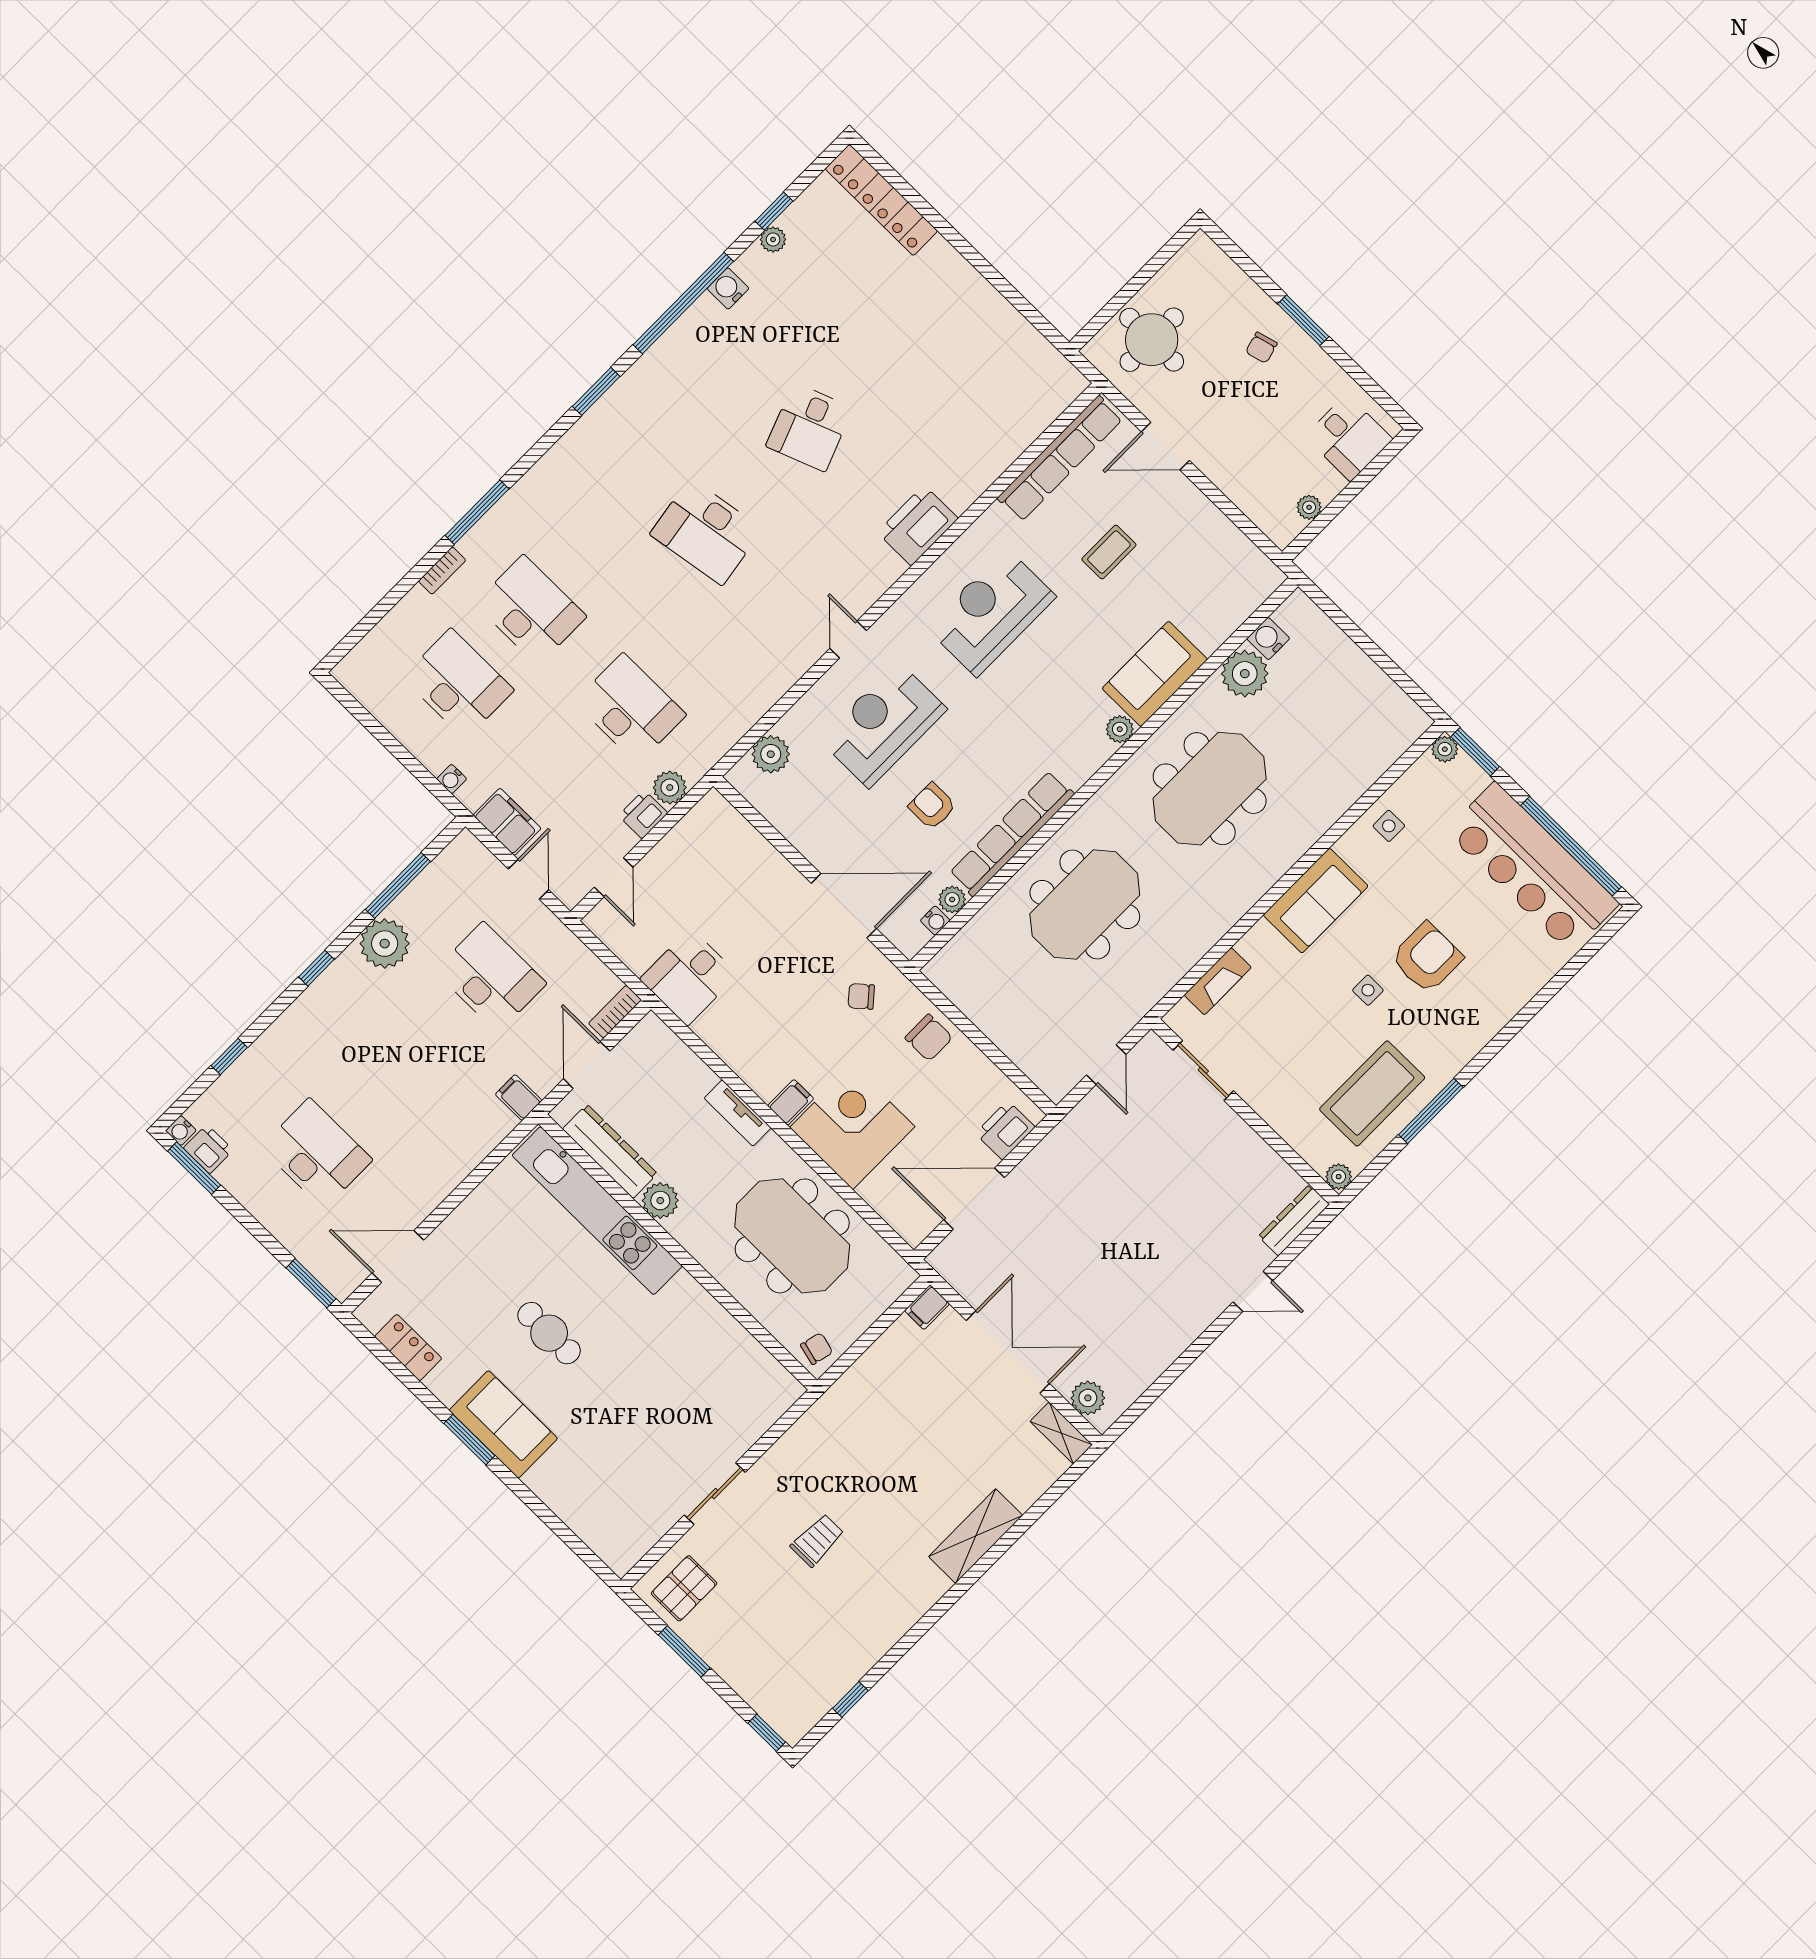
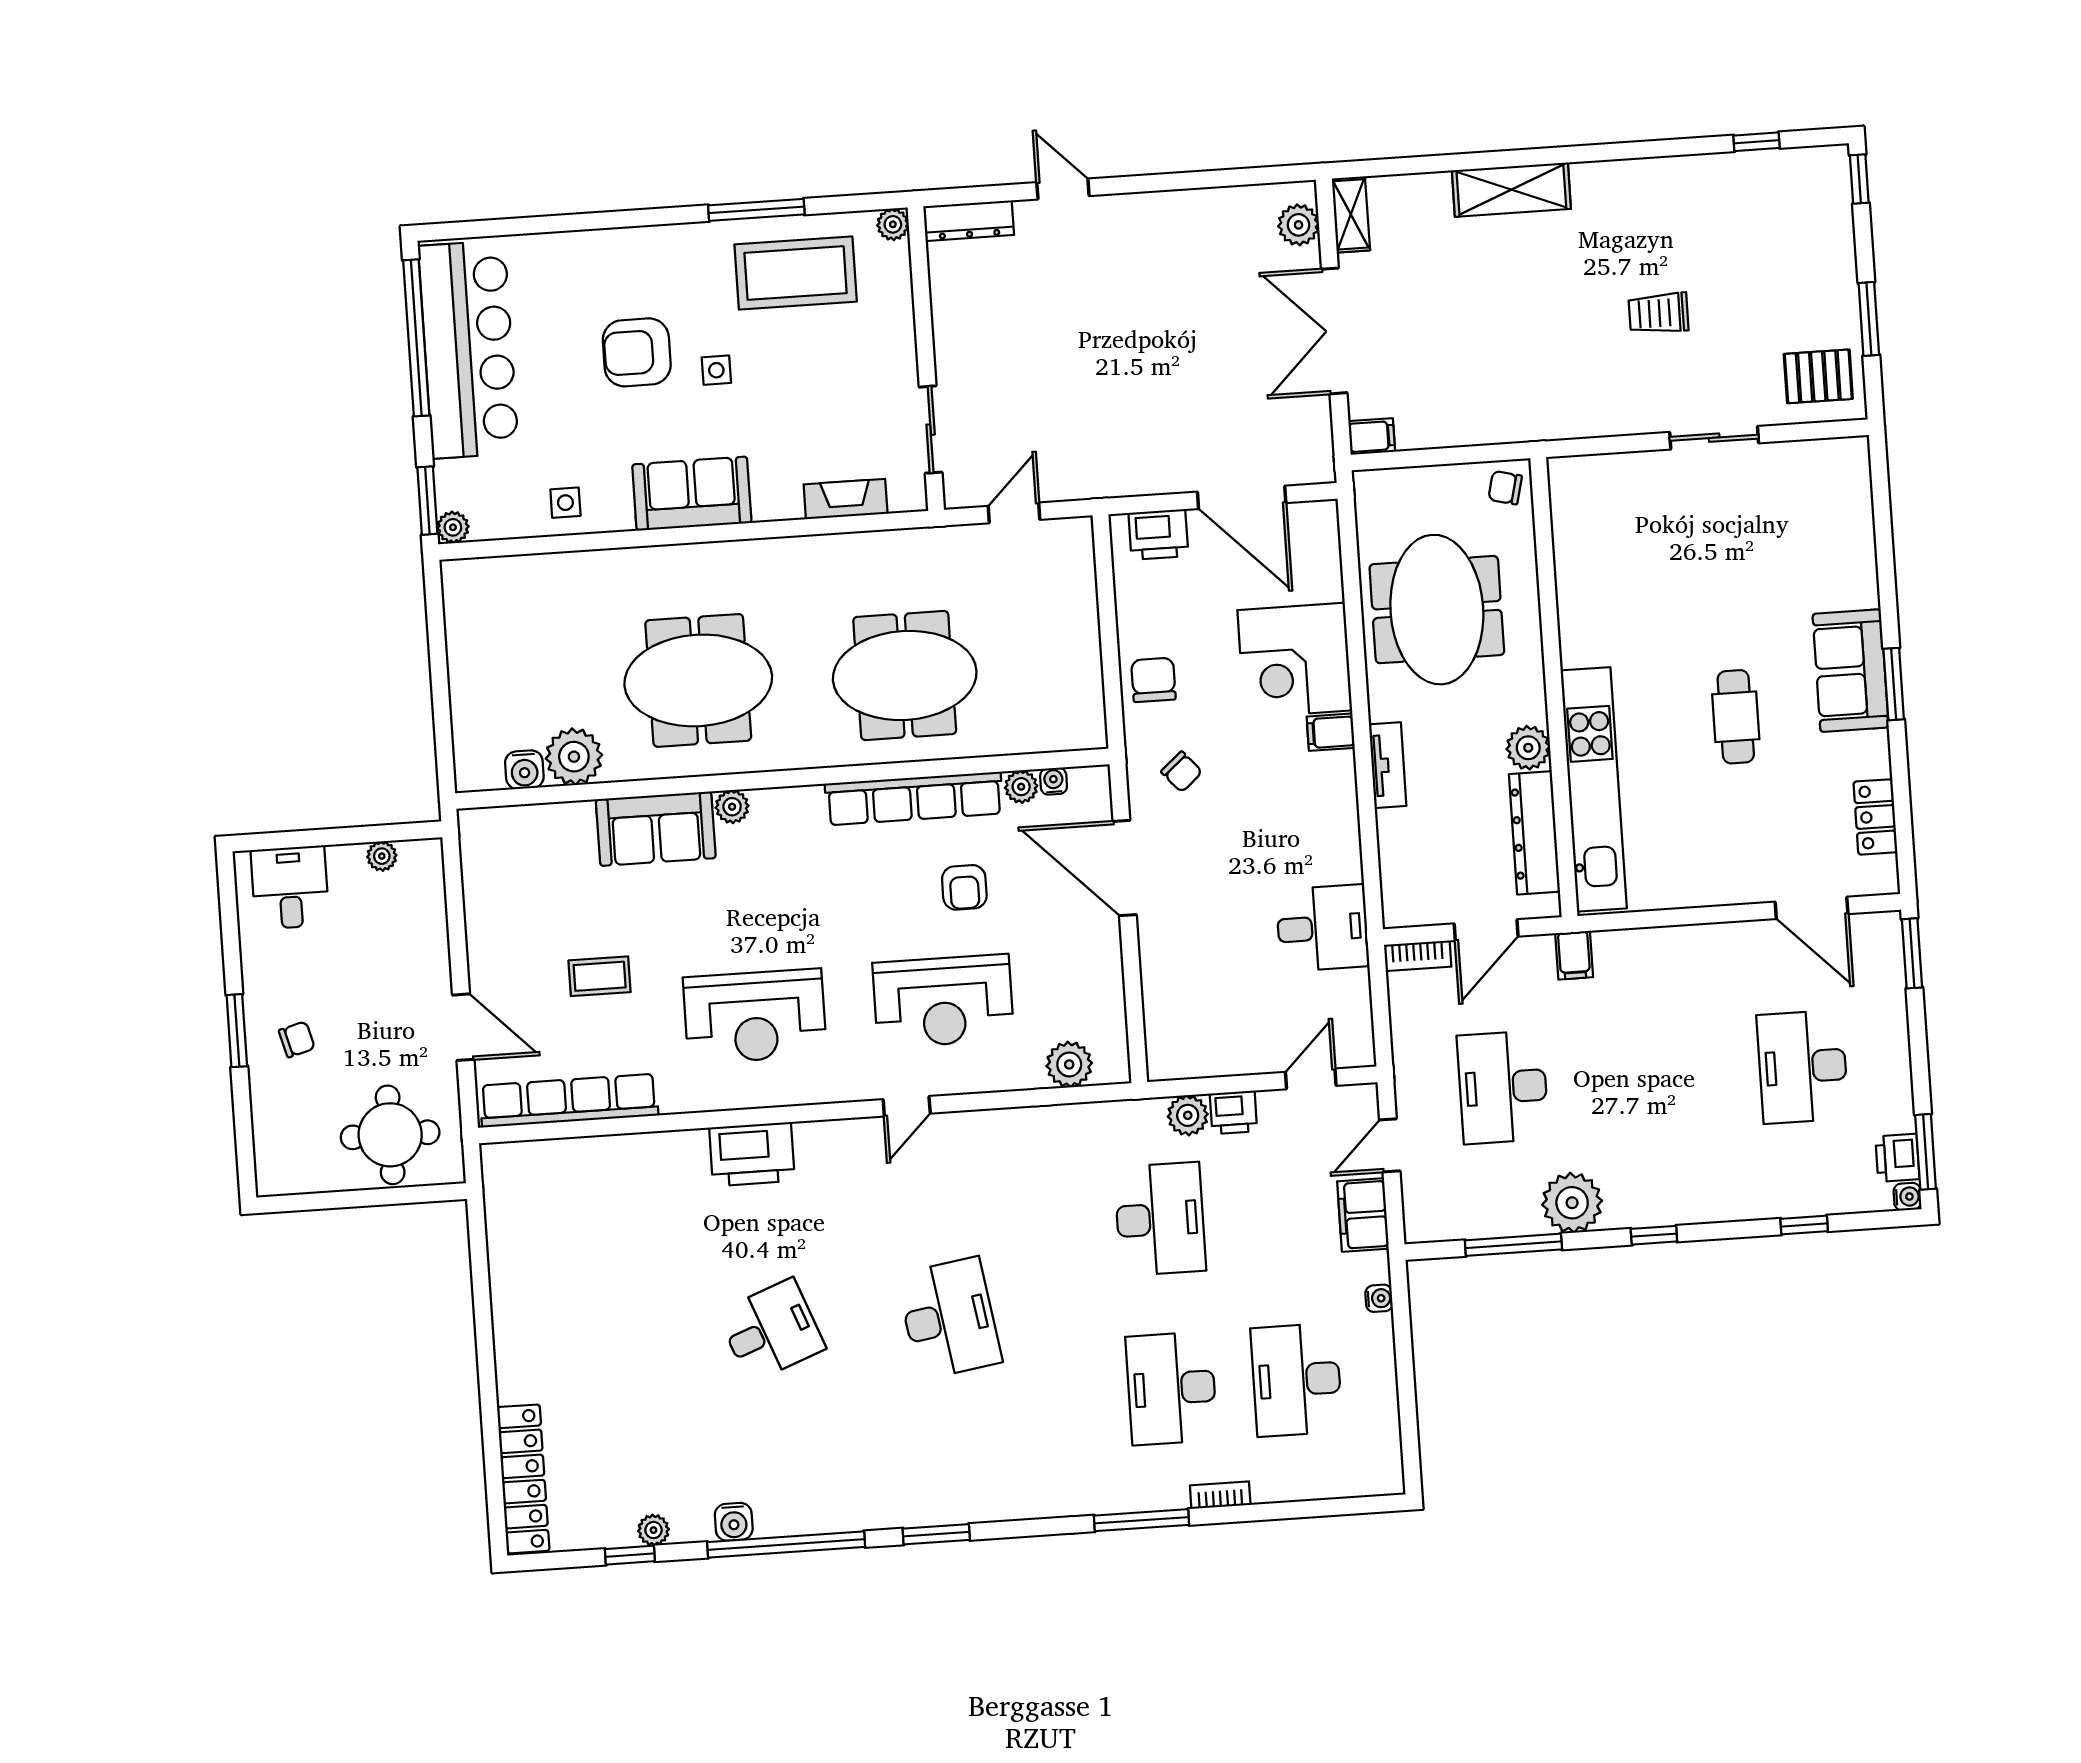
desk: (630, 708) -> (1160, 1219), turned 180

